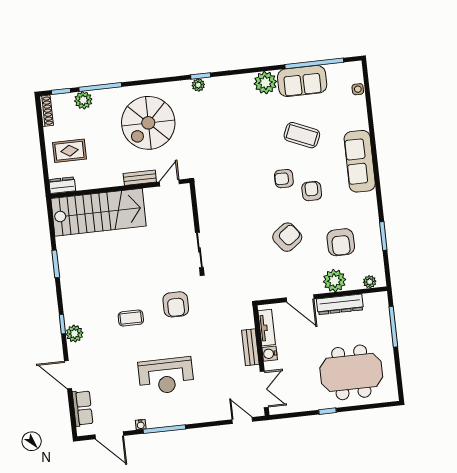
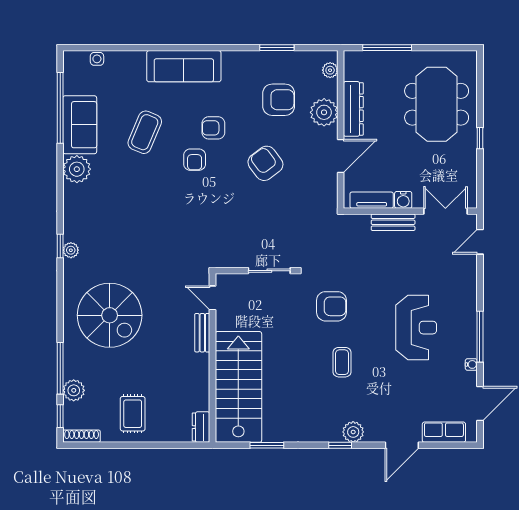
bench: (140, 178) -> (202, 333), moved
door: (169, 183) -> (212, 298), moved
dresser: (62, 185) -> (201, 427), moved
wall: (120, 188) -> (212, 358), moved
stairs: (99, 212) -> (238, 387), moved

